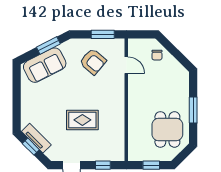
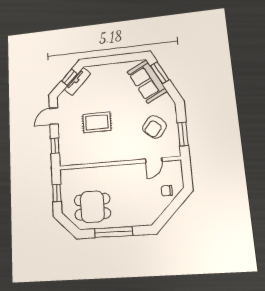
window: (48, 45) -> (160, 73), moved
window: (193, 110) -> (114, 232), width x1.44
rug: (82, 120) -> (97, 122), turned 90

